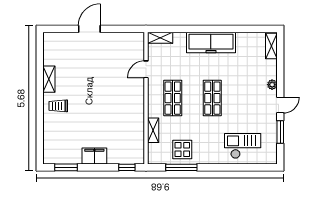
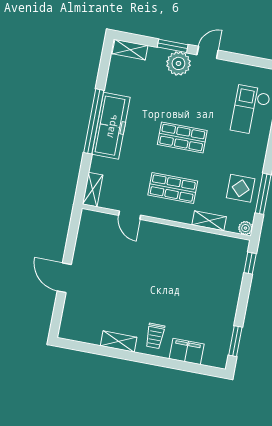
window: (212, 29) -> (94, 121), added
plant: (272, 85) -> (178, 63), width x1.88, depth x1.88
door: (280, 105) -> (208, 52), hinge flipped
window: (280, 132) -> (173, 46), moved
filing cabinet: (94, 156) -> (187, 351), moved, turned 90
plant: (153, 159) -> (245, 228), added

